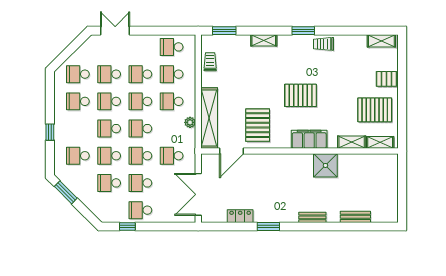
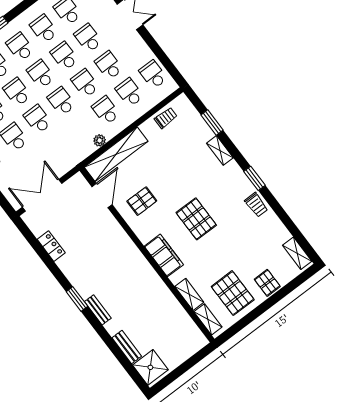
window: (224, 31) -> (212, 122), moved
trolley: (323, 44) -> (256, 205), turned 180
pallet: (258, 125) -> (142, 201), width x0.67, depth x0.71
door: (231, 151) -> (102, 196), swing flipped
school desk: (172, 156) -> (20, 47), moved
shower: (325, 165) -> (150, 367), moved
window: (268, 227) -> (77, 299), moved

